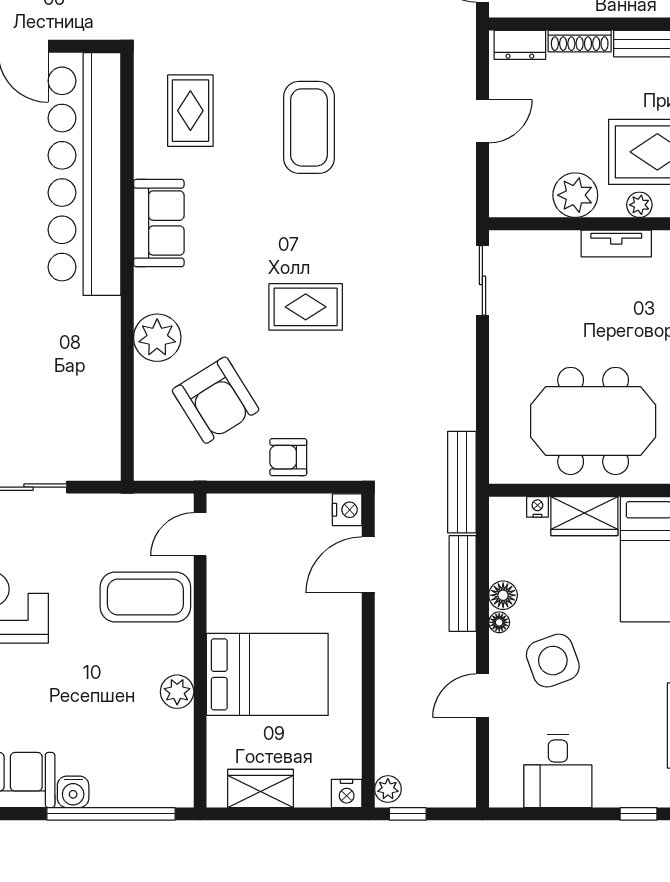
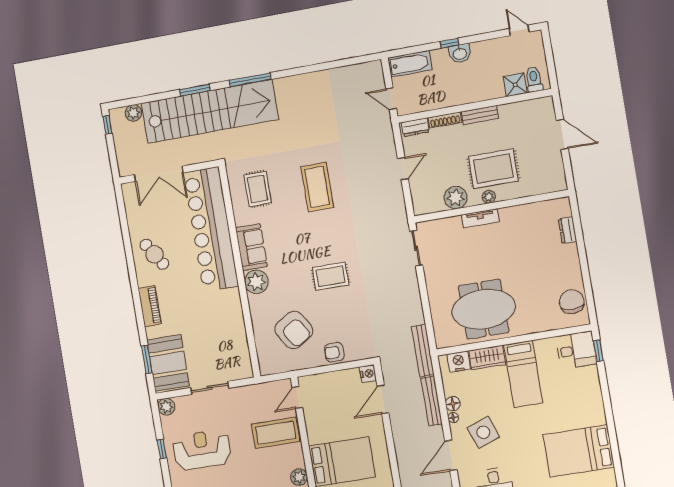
plant: (157, 338) -> (256, 282), moved
nightstand: (537, 507) -> (459, 362), width x1.89, depth x1.79
door: (482, 696) -> (451, 455), width x1.38

